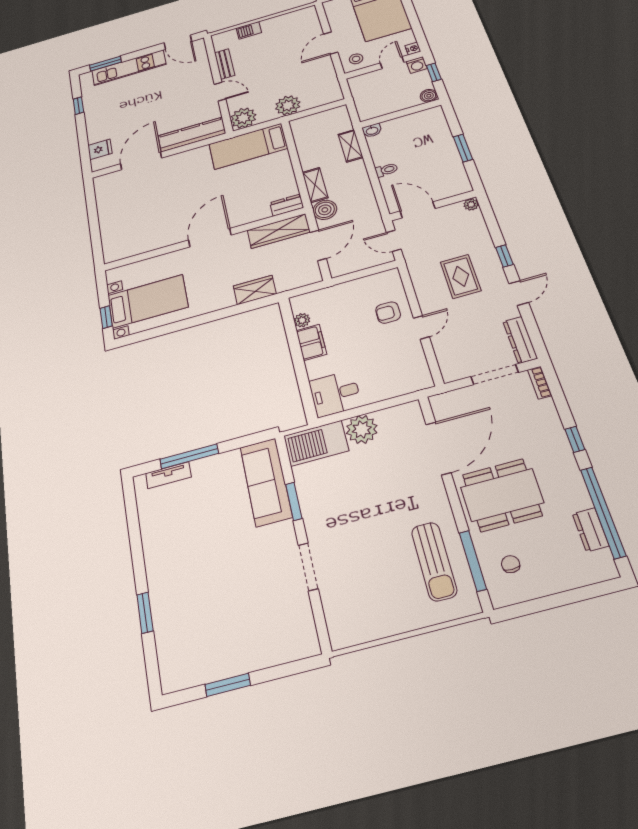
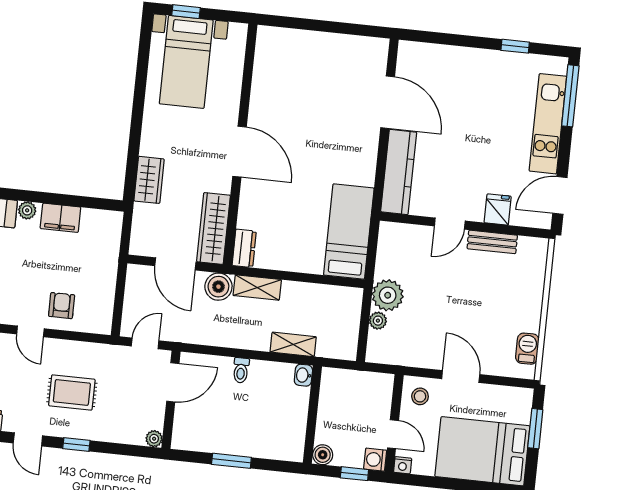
barbecue: (249, 30) -> (527, 349), moved
window: (105, 64) -> (570, 96), width x1.44
plant: (243, 118) -> (378, 321), moved, width x0.53, depth x0.53
fridge: (100, 149) -> (498, 209), moved, turned 180
plant: (302, 320) -> (27, 210), moved

